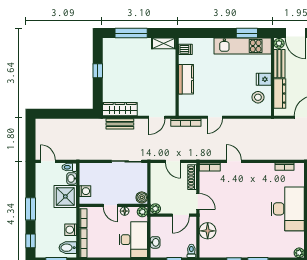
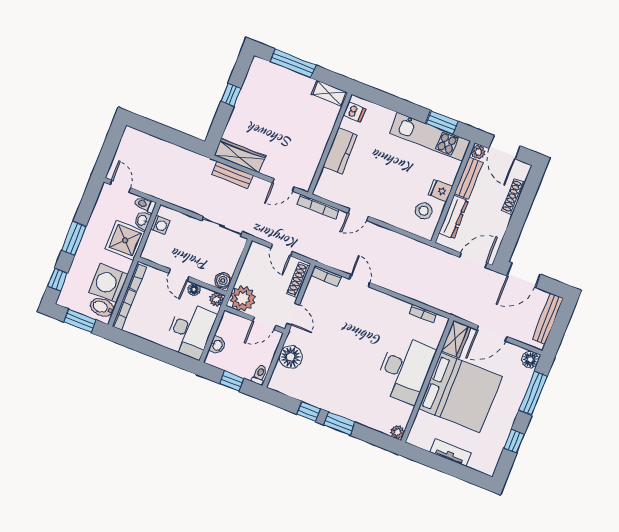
washing machine: (85, 191) -> (160, 225), moved
plant: (155, 209) -> (243, 298), width x1.88, depth x1.88
washing machine: (71, 230) -> (108, 283), width x1.89, depth x1.89

